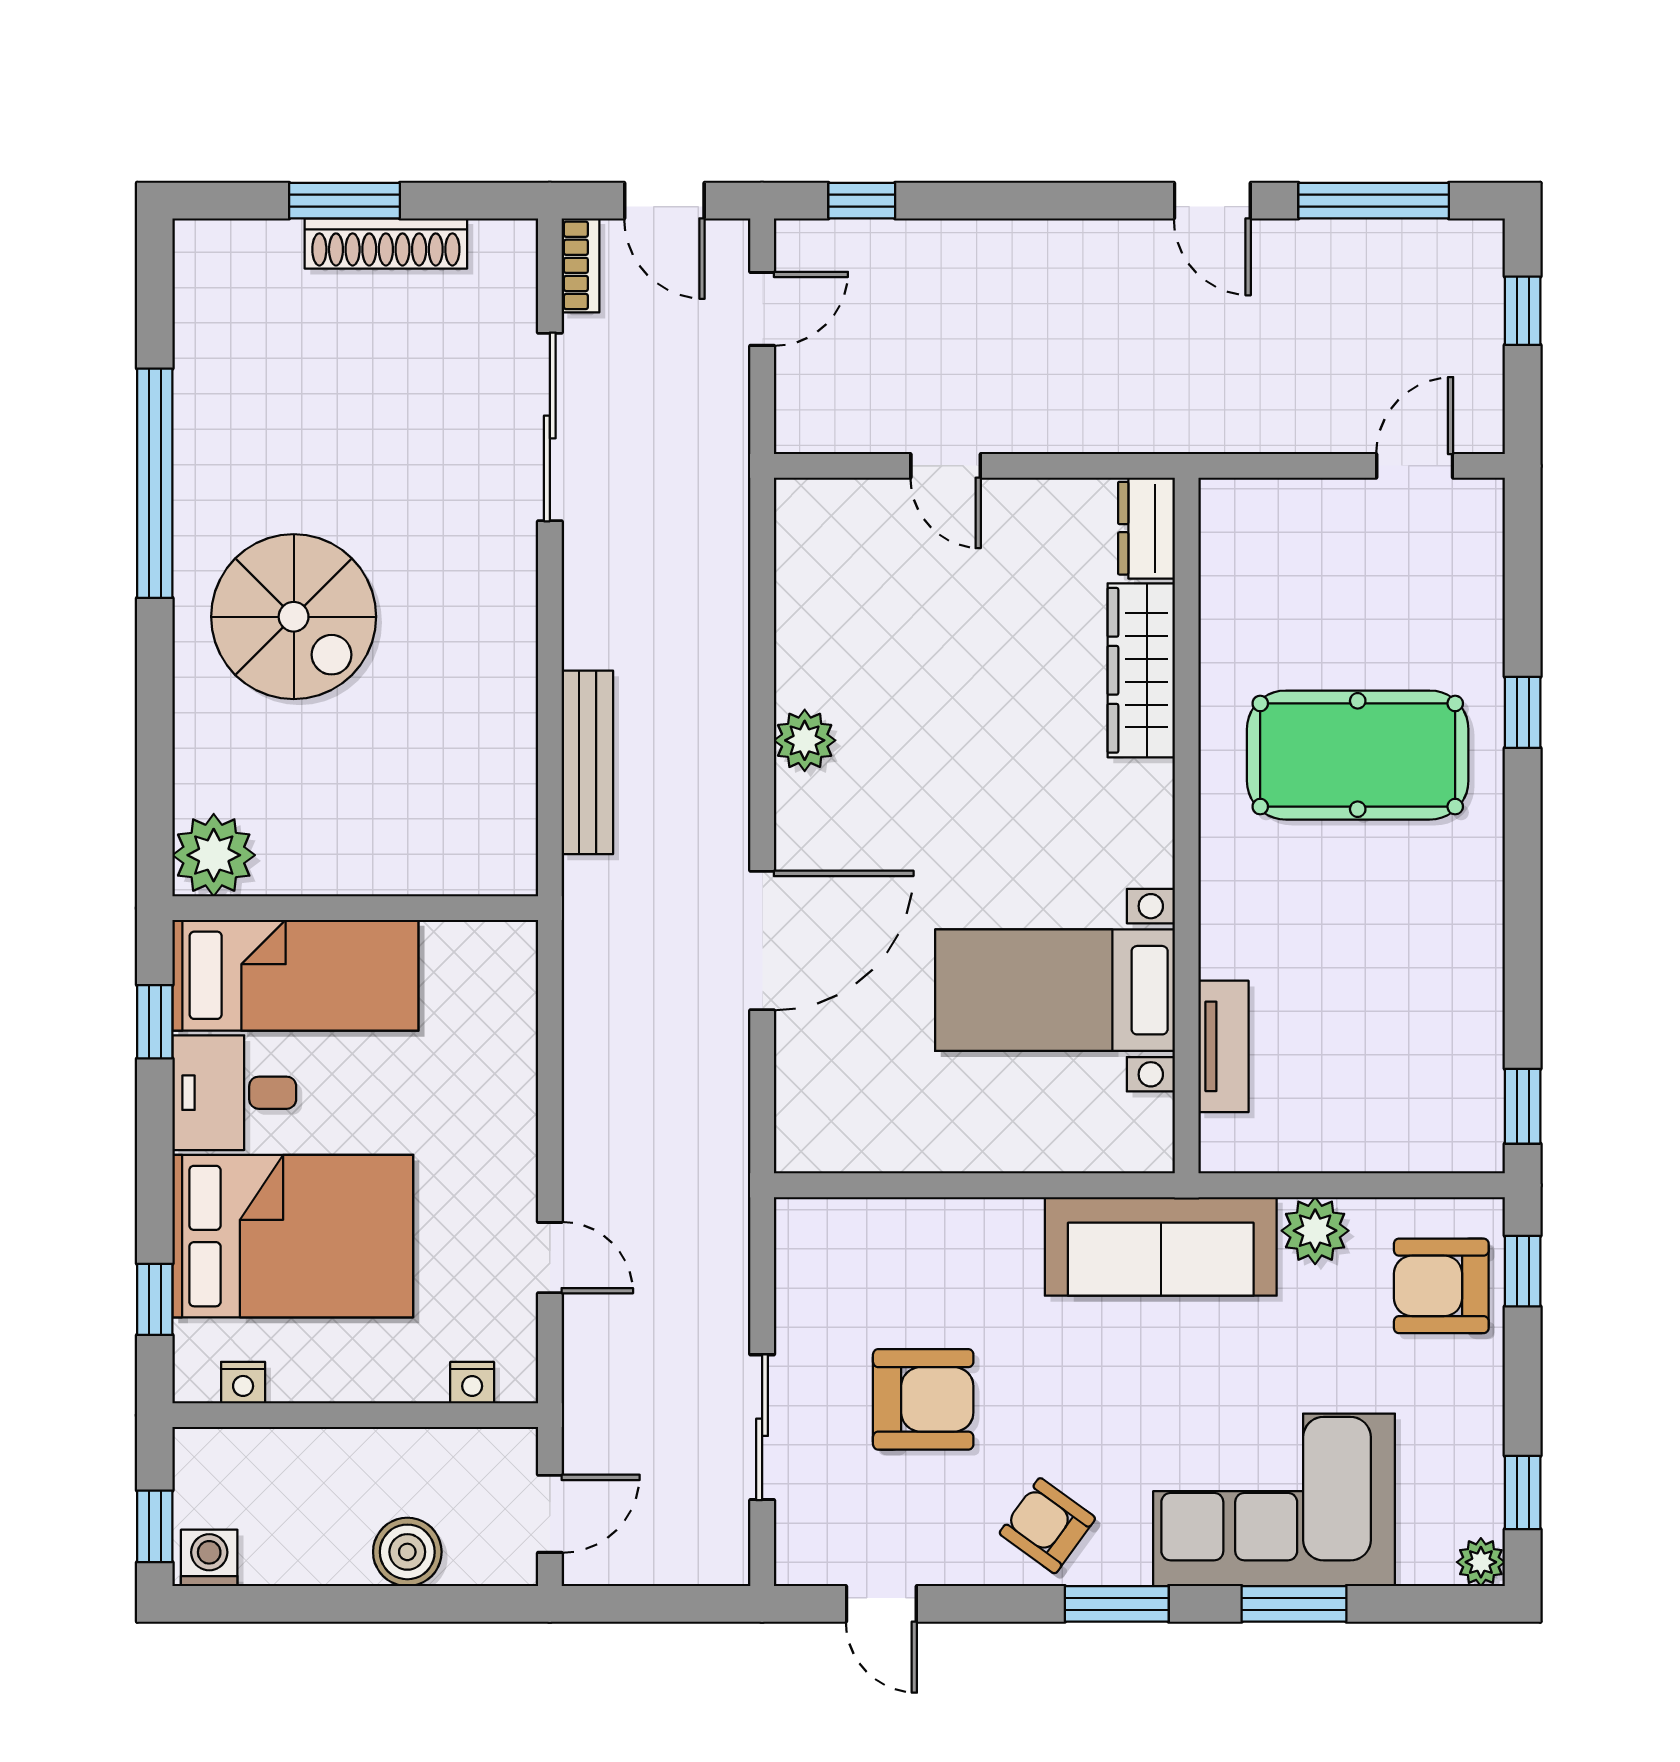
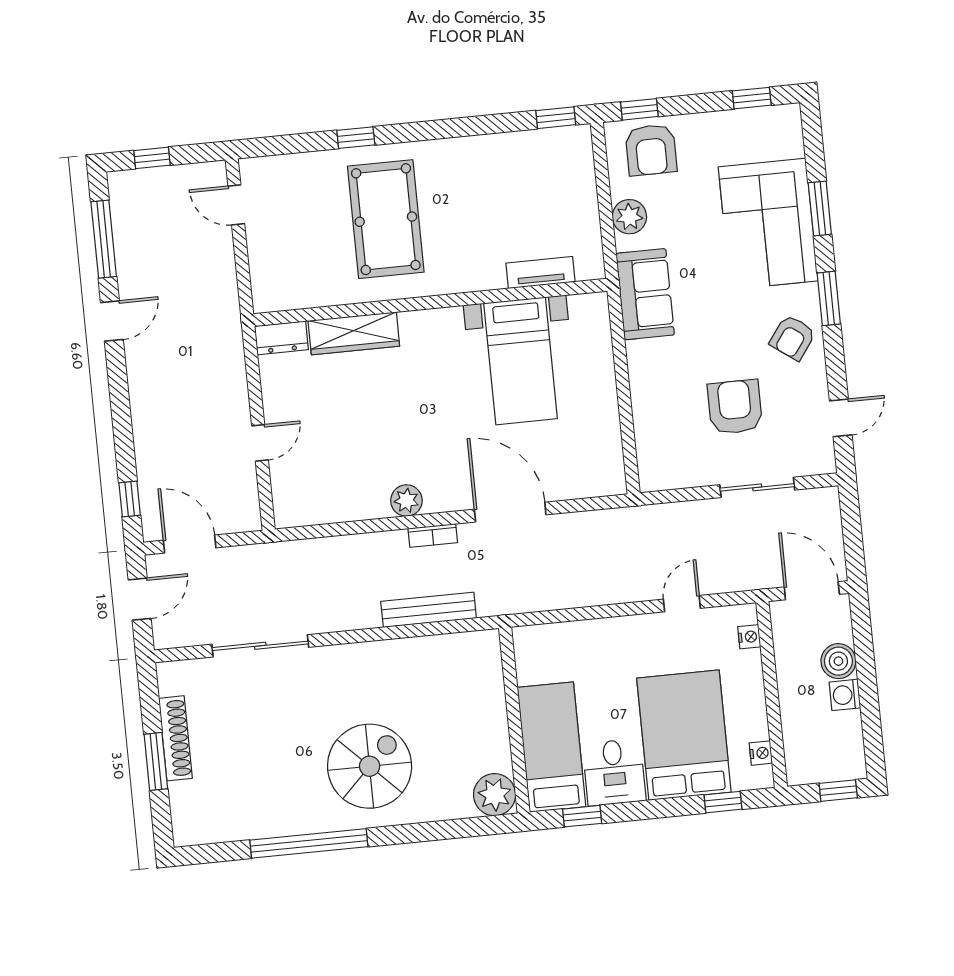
bookcase: (580, 265) -> (433, 535), moved, turned 180
door: (762, 309) -> (190, 544), width x1.38
sofa: (1161, 1246) -> (645, 294), width x0.73
door: (550, 1514) -> (812, 591), width x1.37
washing machine: (209, 1558) -> (845, 695), moved
plant: (1481, 1562) -> (789, 116), removed

